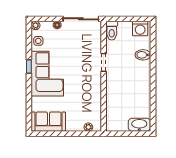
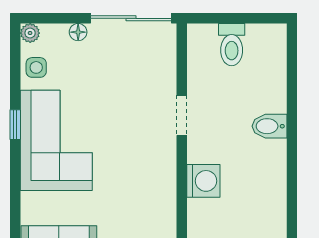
washing machine: (140, 28) -> (203, 181), moved, turned -90
toilet: (112, 31) -> (232, 45), moved
bidet: (143, 55) -> (269, 126), moved

